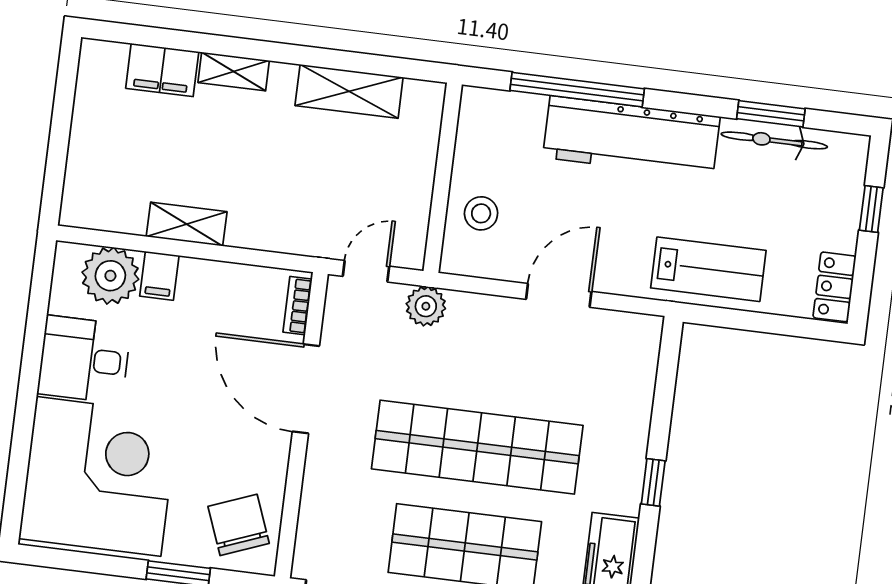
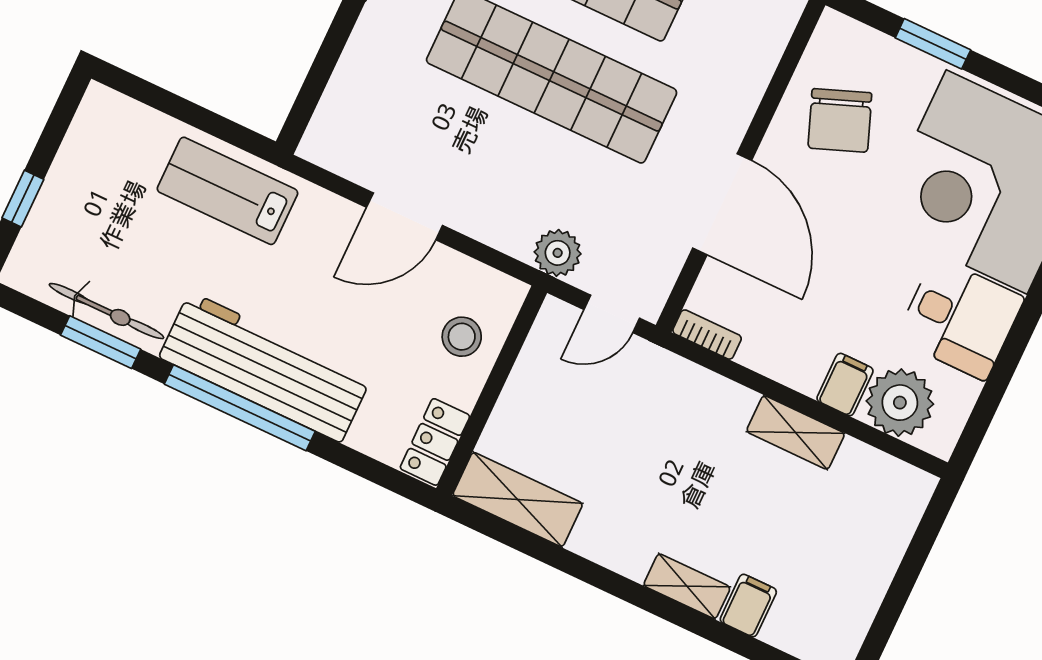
filing cabinet: (162, 70) -> (748, 606), width x0.50
window: (577, 90) -> (240, 408), moved
shelving: (349, 91) -> (518, 500), moved
locker: (835, 287) -> (435, 442), moved, turned 180
bookcase: (298, 306) -> (707, 335), moved, turned -90
chair: (239, 525) -> (840, 120), moved

